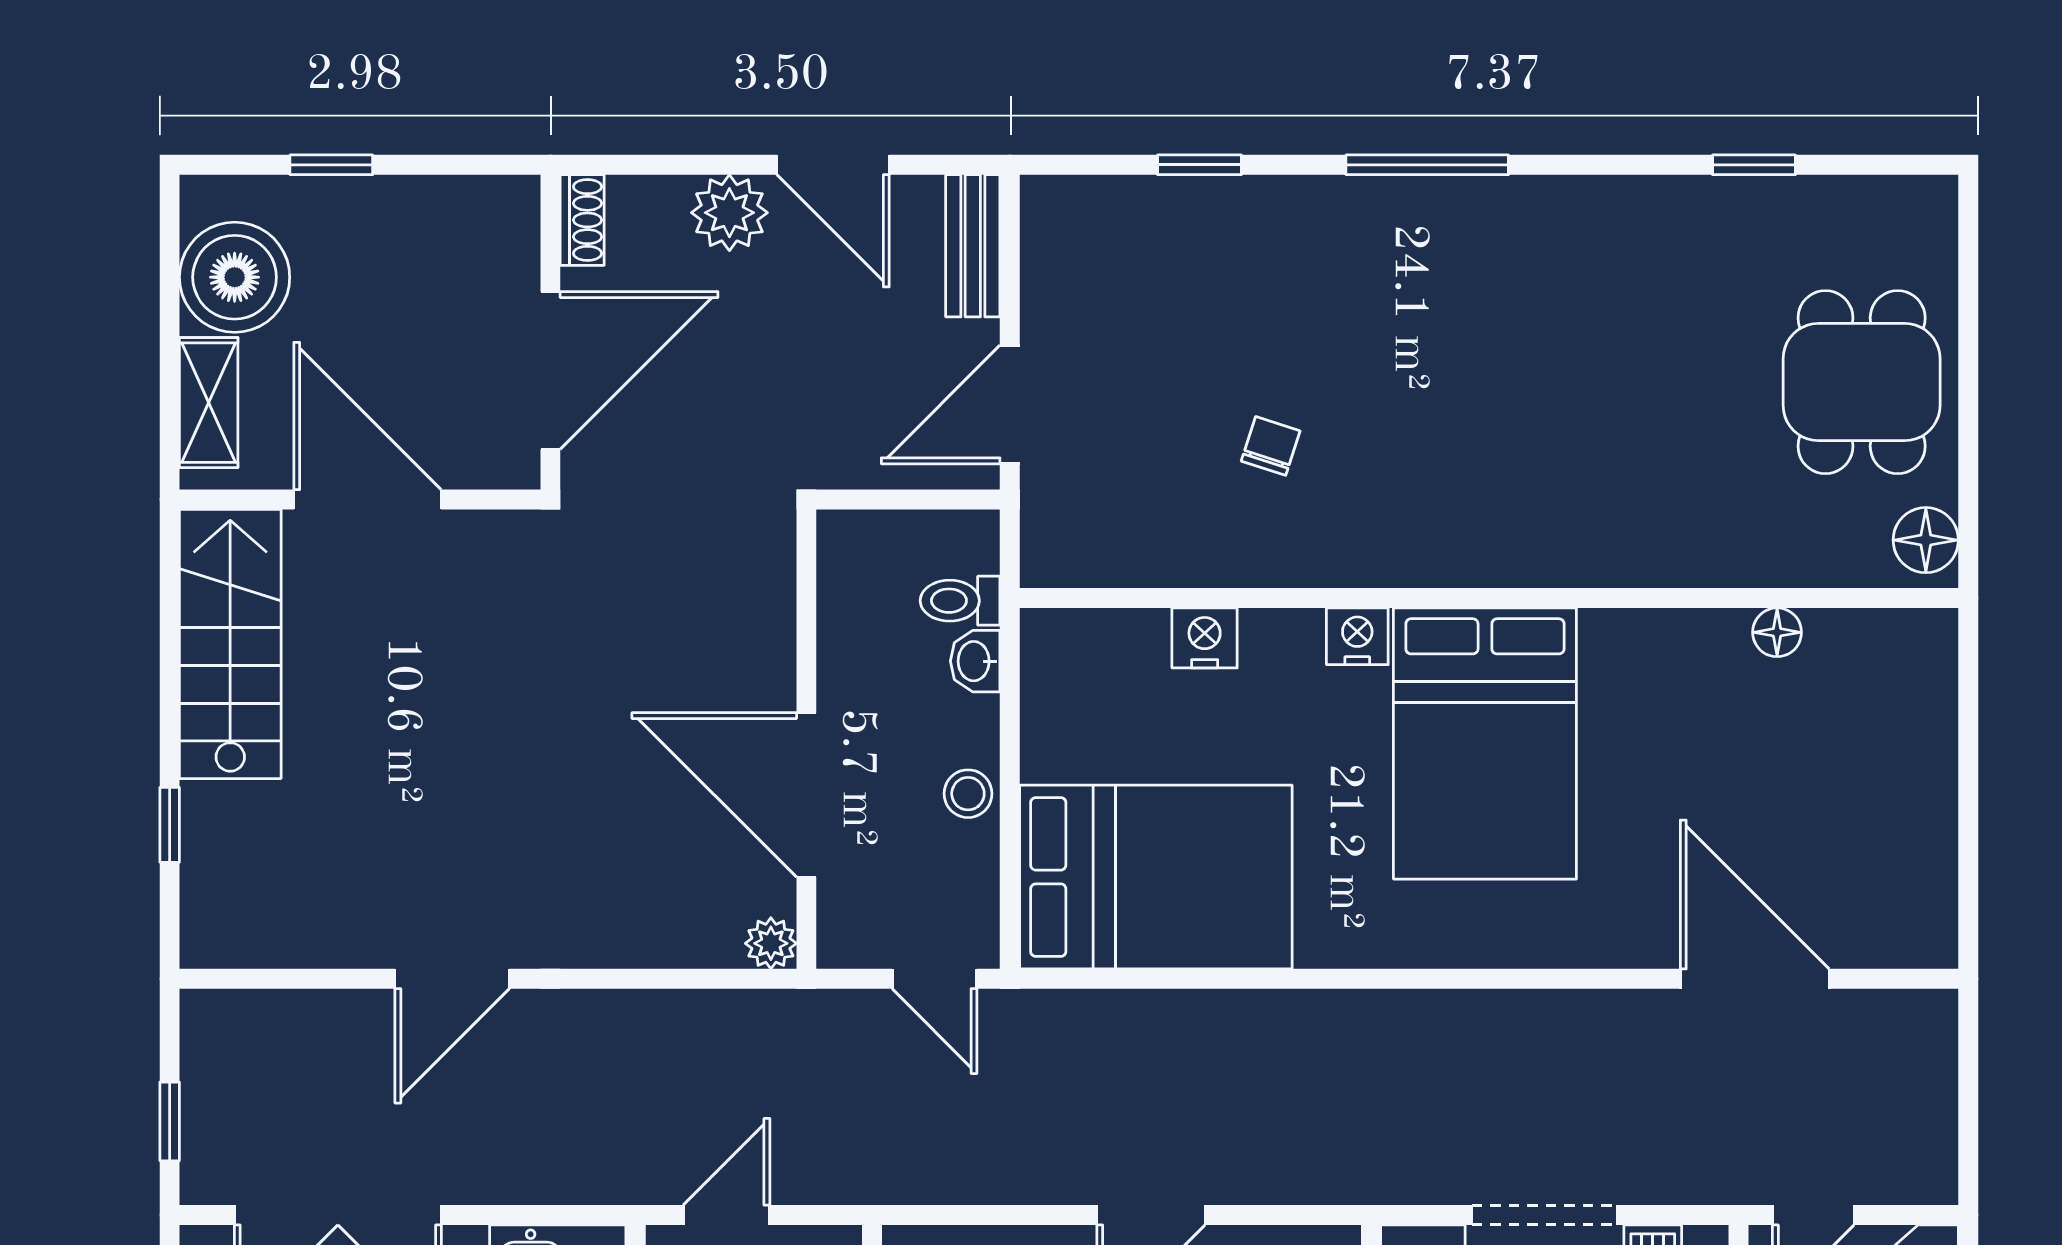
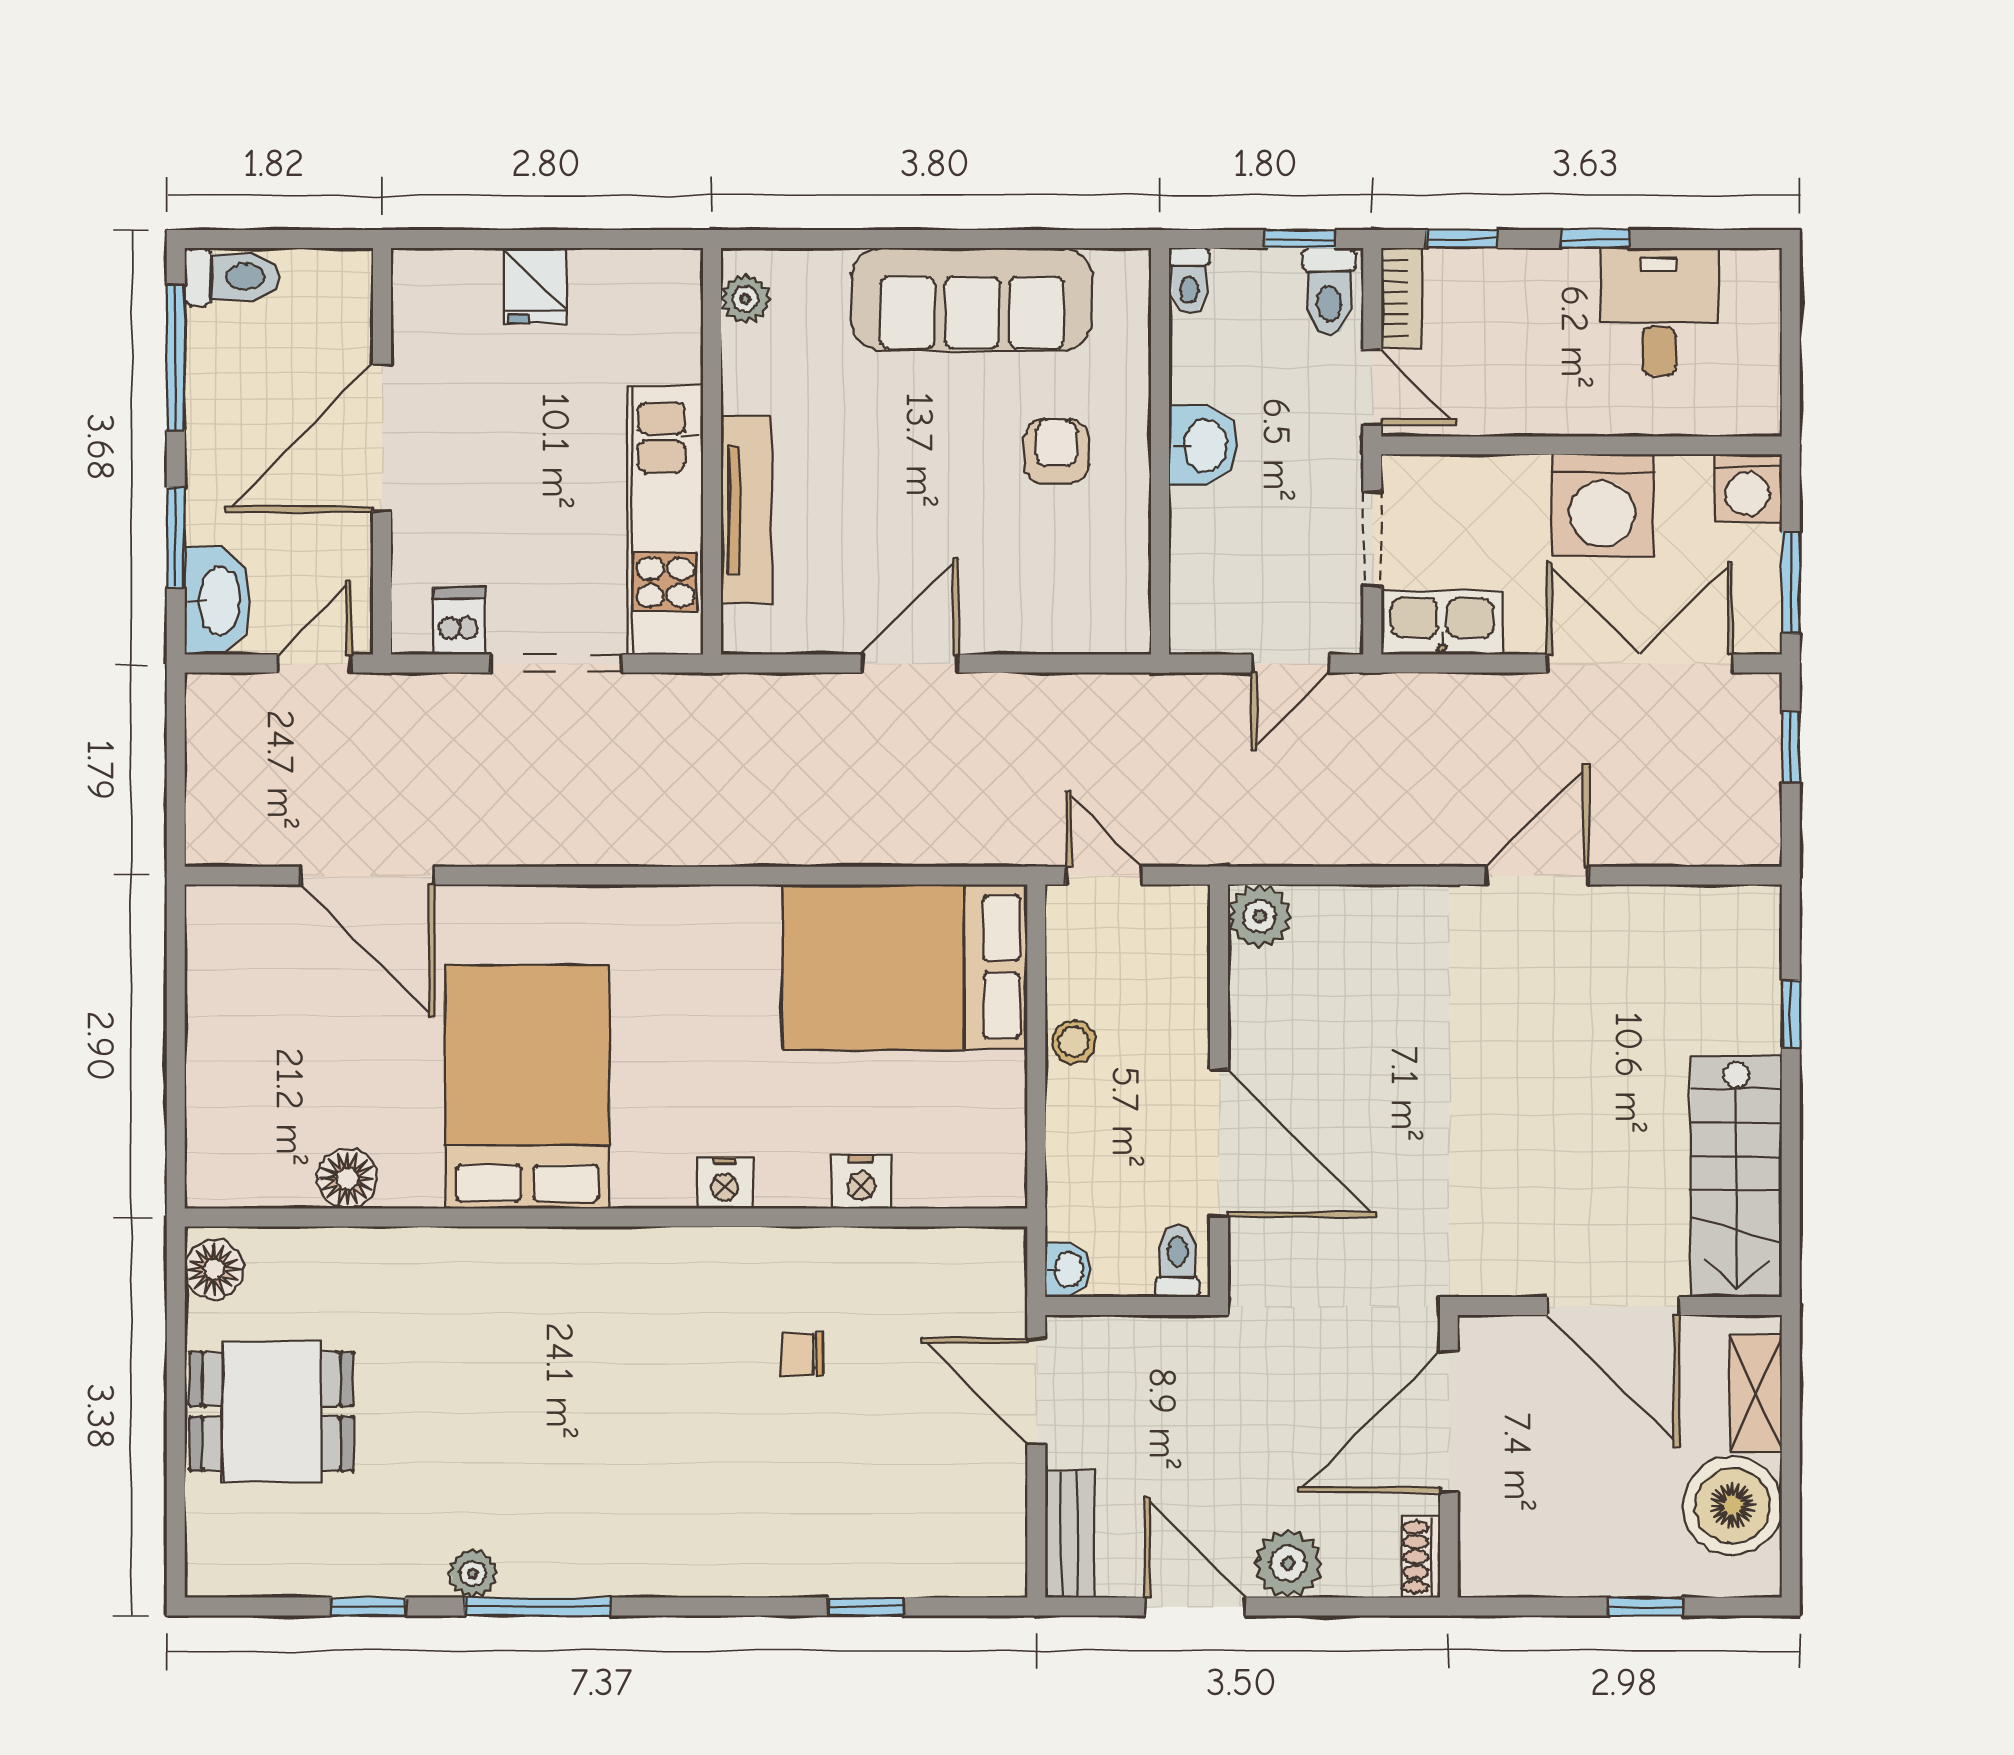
window: (1427, 165) -> (538, 1607), moved
plant: (1637, 202) -> (473, 1573), added
dining table: (1862, 382) -> (271, 1411), turned 90
door: (1010, 404) -> (1036, 1391), swing flipped
chair: (1271, 446) -> (802, 1354), turned 72
toilet: (960, 601) -> (1178, 1261), moved, turned -90
floor lamp: (1777, 632) -> (347, 1179), width x1.37, depth x1.37
washbasin: (975, 661) -> (1067, 1269), moved
bed: (1485, 743) -> (527, 1087), moved
door: (806, 795) -> (1219, 1143), moved
plant: (771, 943) -> (1259, 916), width x1.38, depth x1.38

